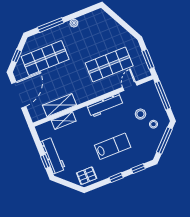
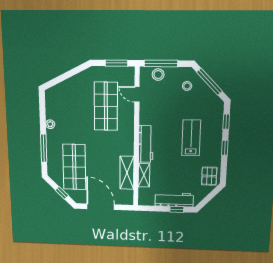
workbench: (105, 105) -> (146, 144), moved
stool: (140, 114) -> (158, 75), moved

